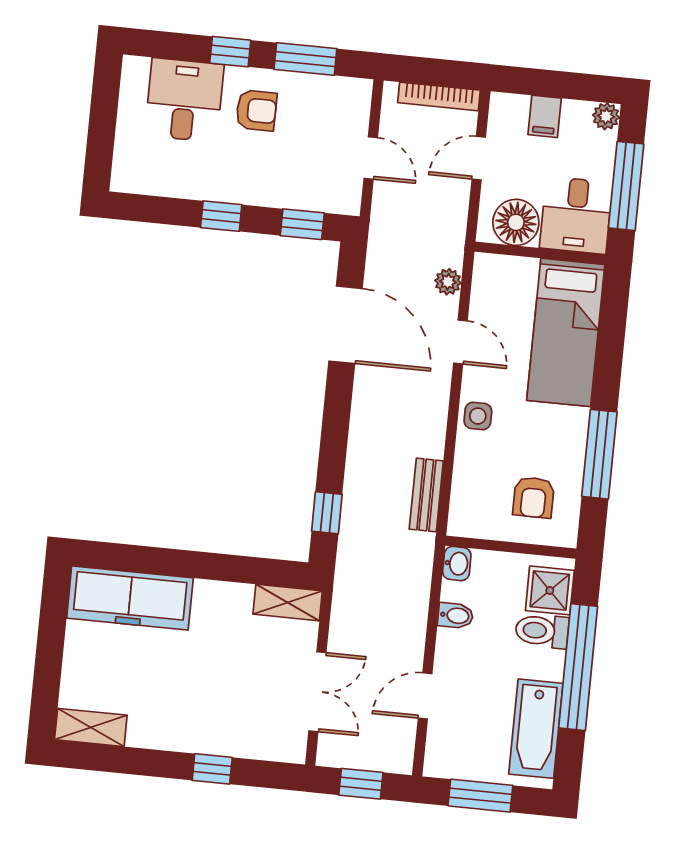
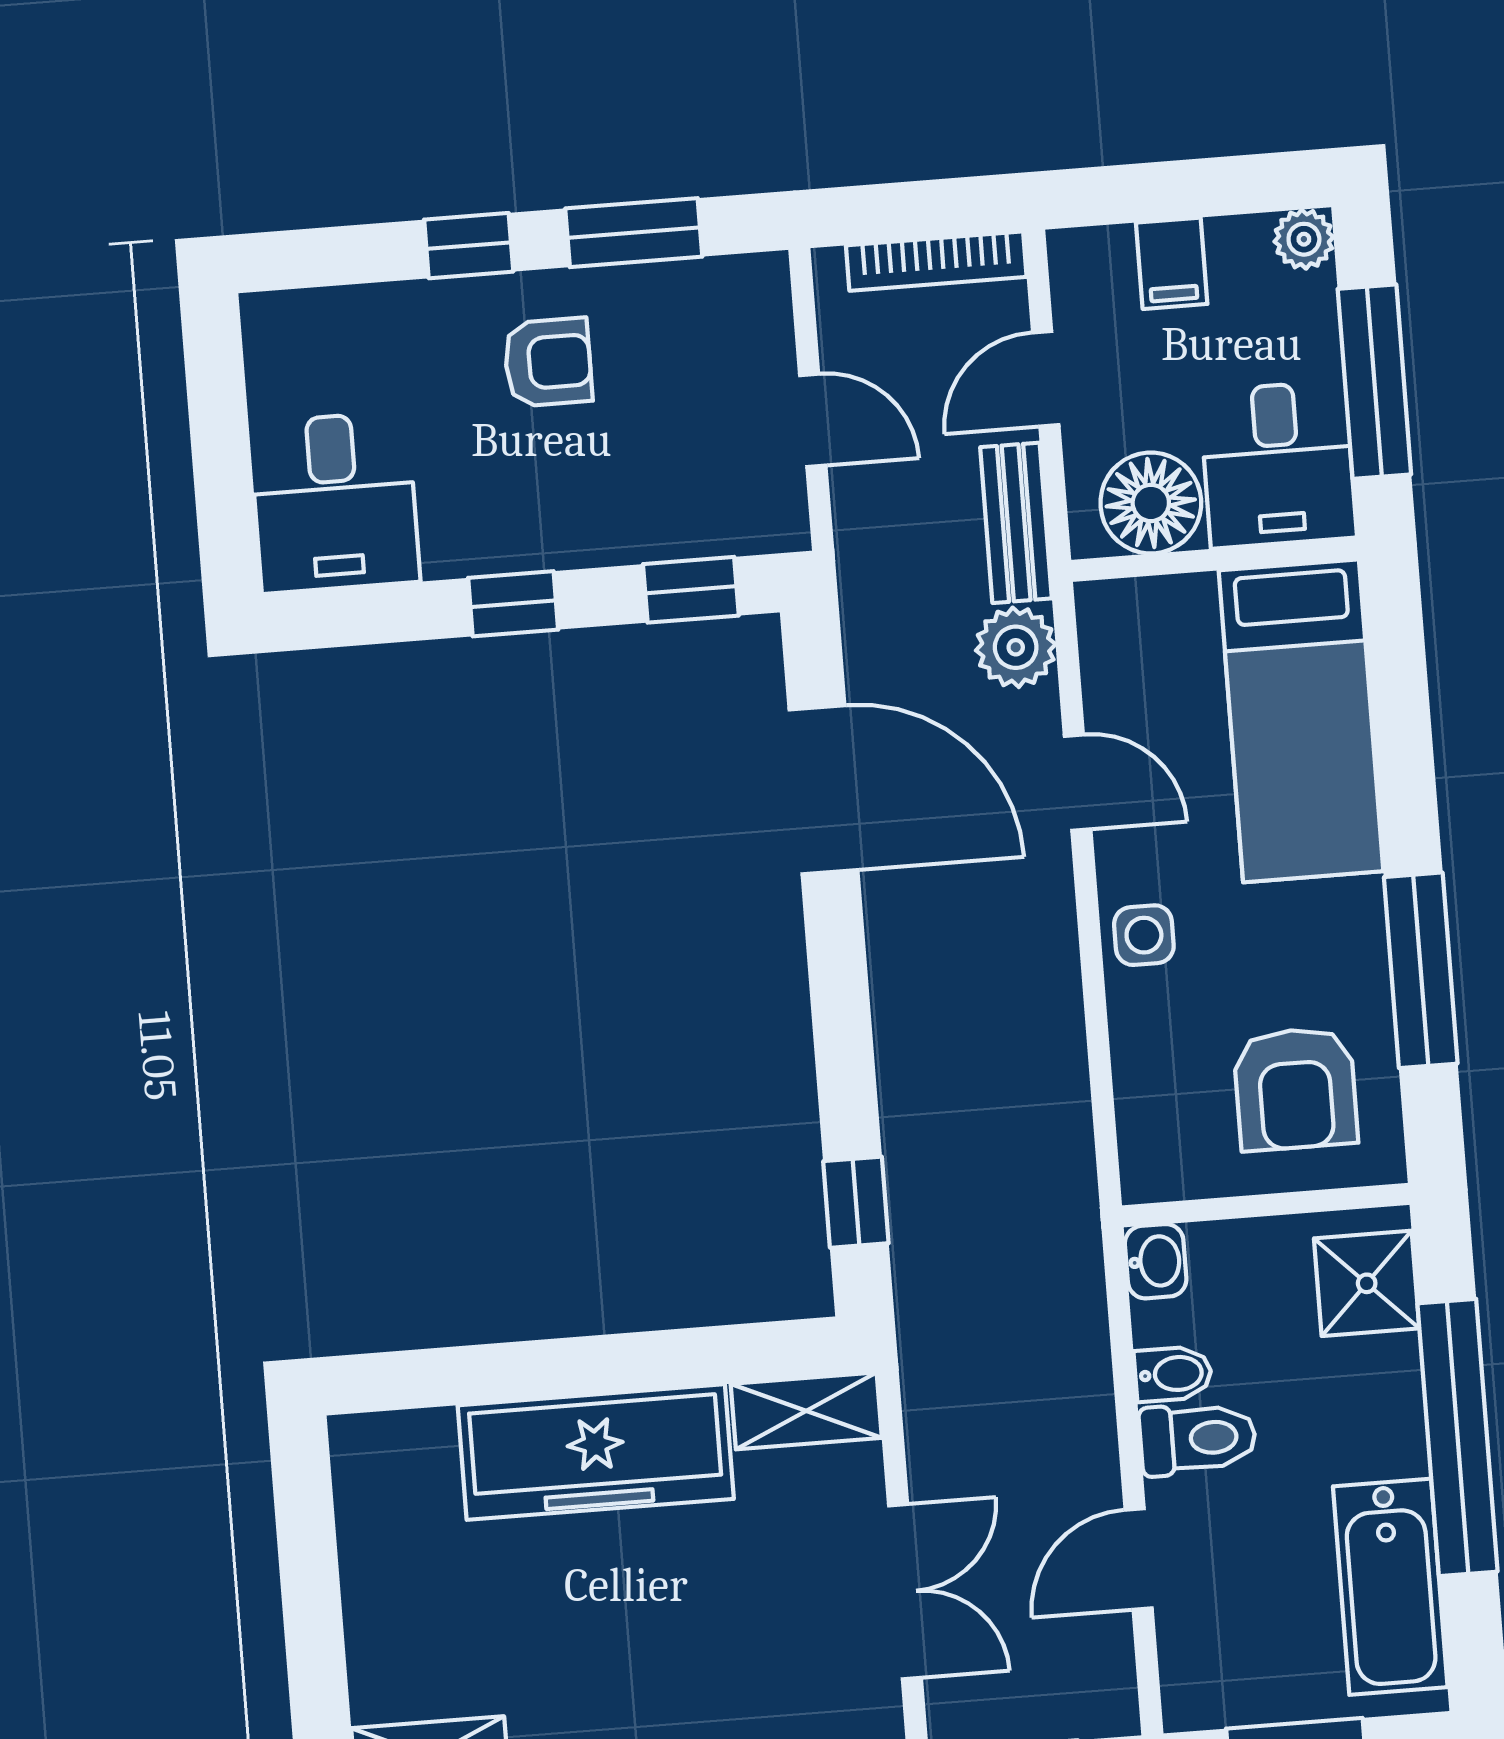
desk: (184, 100) -> (335, 502), moved, turned 180
plant: (448, 282) -> (1016, 647), width x1.38, depth x1.38
bench: (426, 495) -> (1016, 523), moved
armchair: (534, 497) -> (1295, 1089), width x1.38, depth x1.38
freezer: (130, 598) -> (596, 1452), moved
toilet: (542, 631) -> (1198, 1439), moved, turned 180

